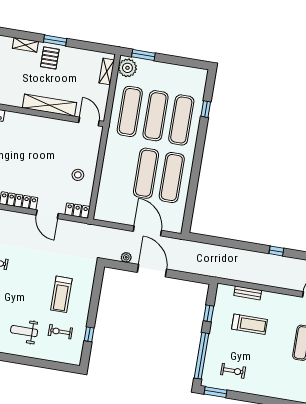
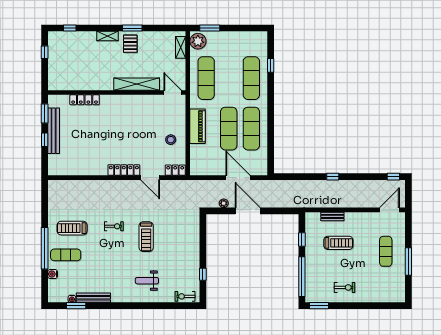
exercise mat: (156, 116) -> (229, 78), removed
piano: (111, 165) -> (198, 126), added
window: (276, 251) -> (333, 177), moved
treadmill: (61, 294) -> (146, 237), moved
exercise bike: (60, 332) -> (185, 296), moved
exercise bike: (233, 371) -> (345, 287), moved

